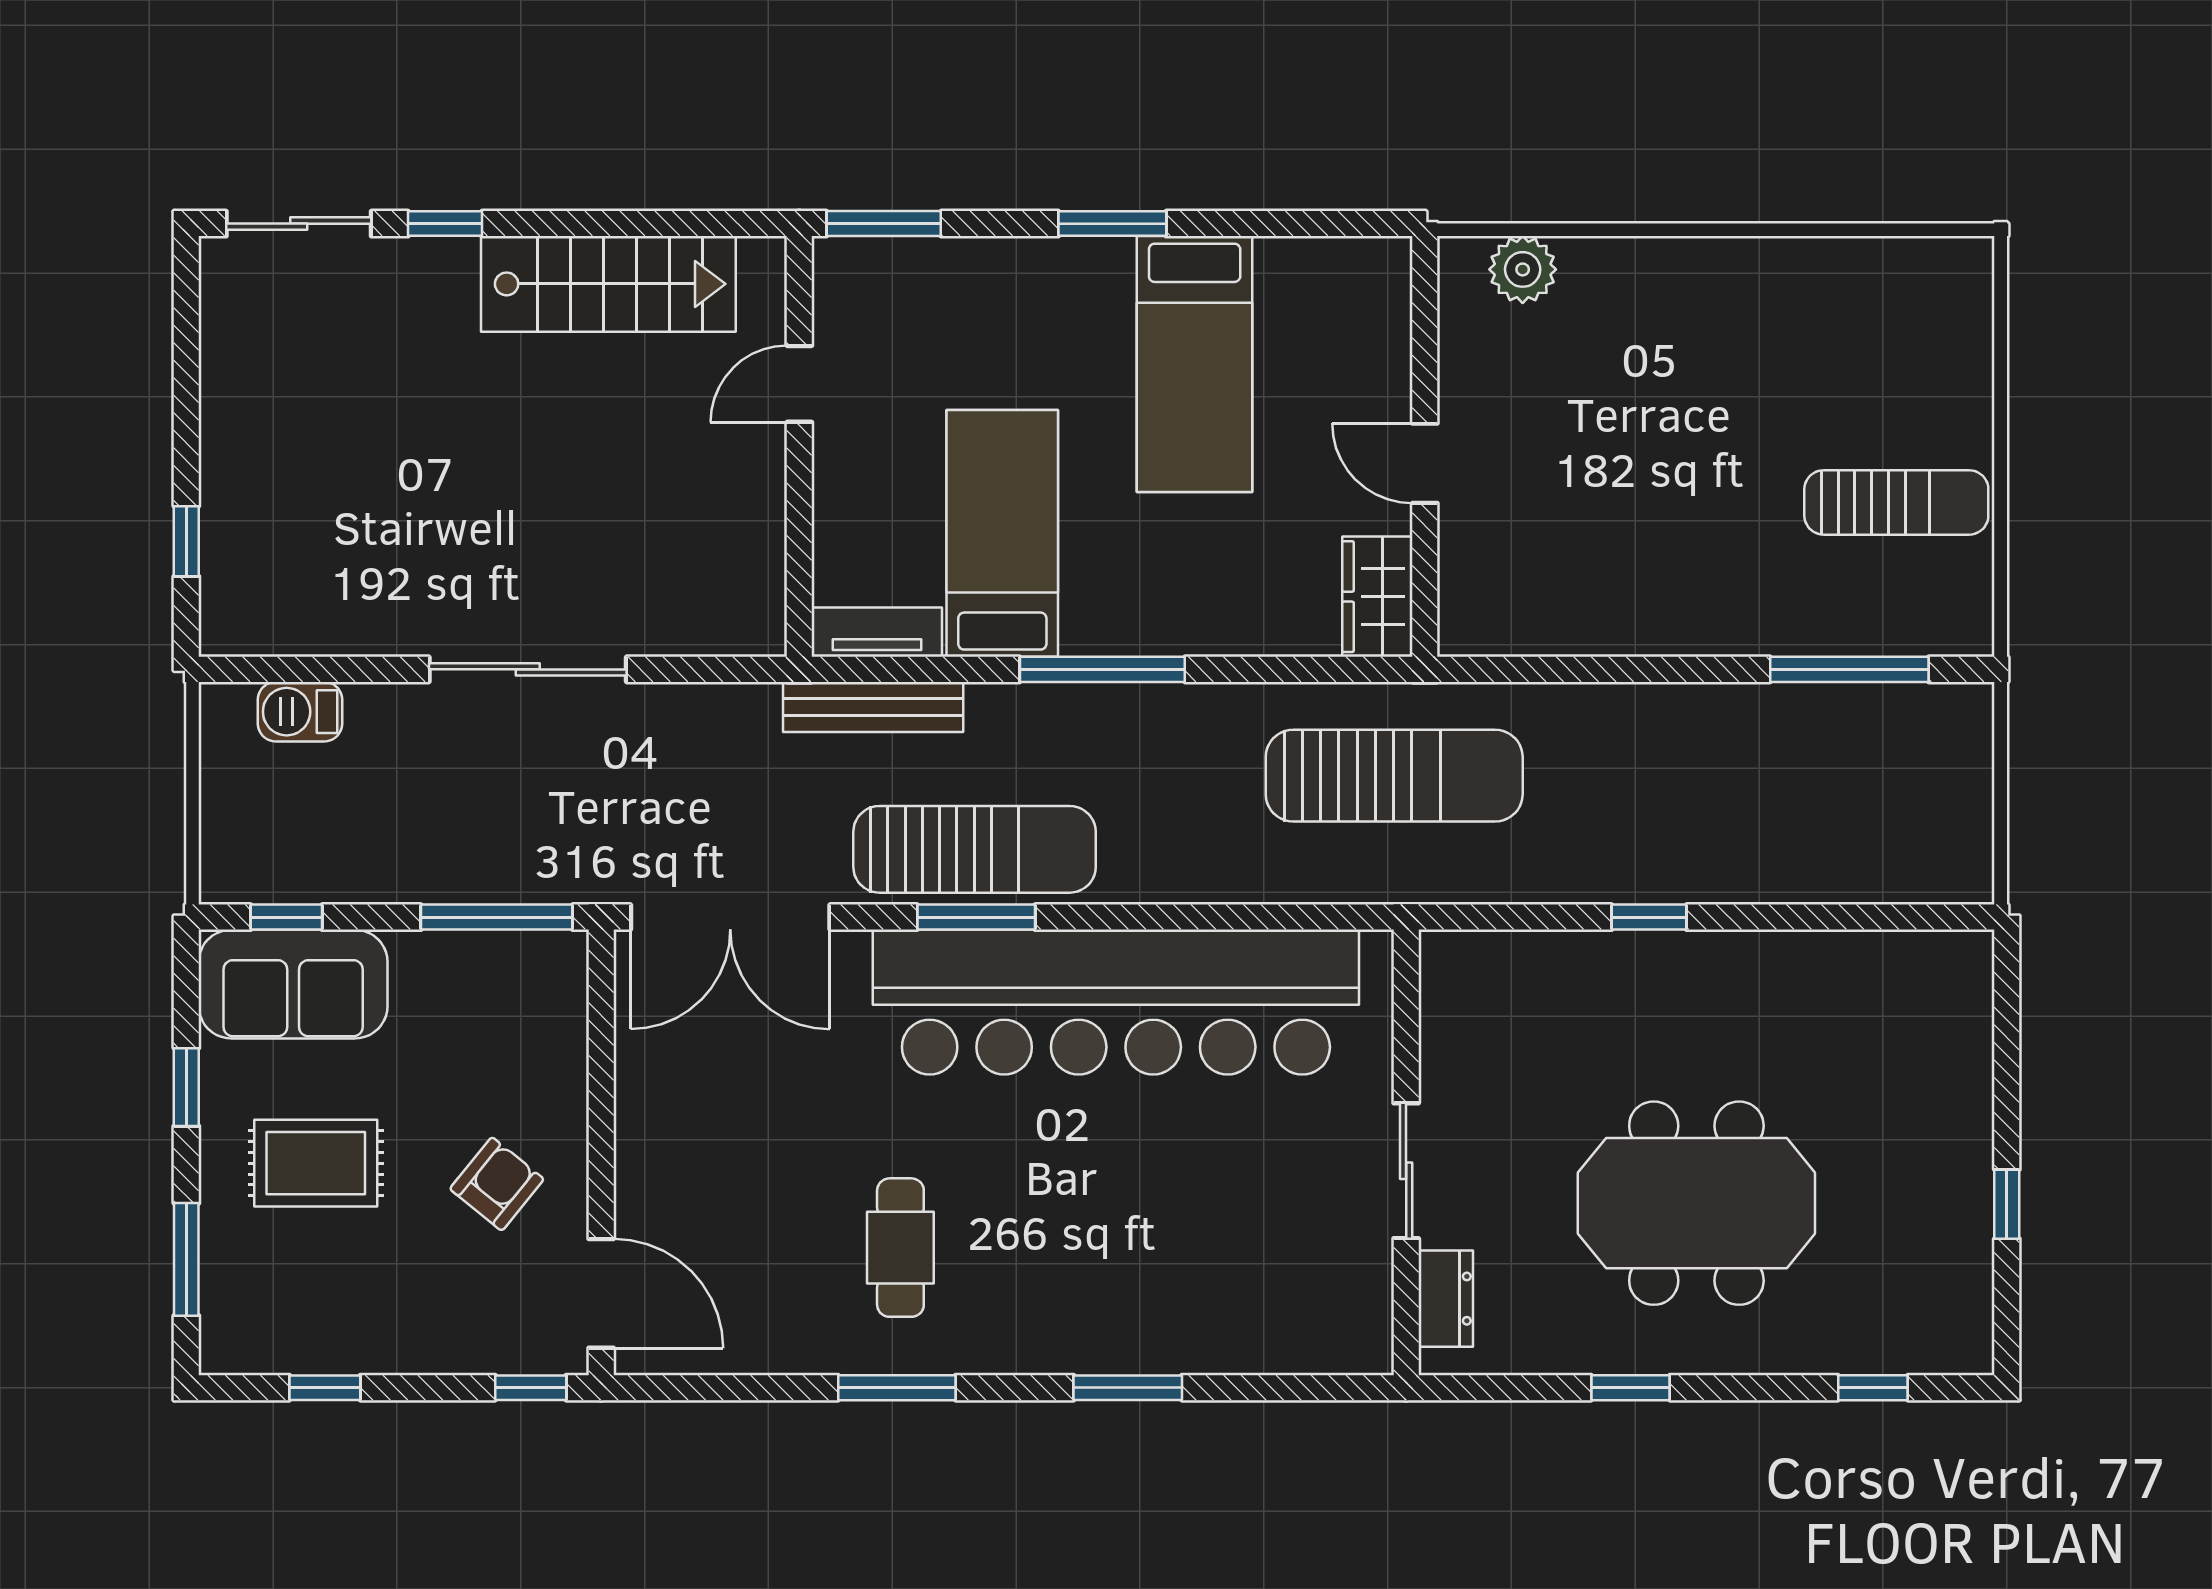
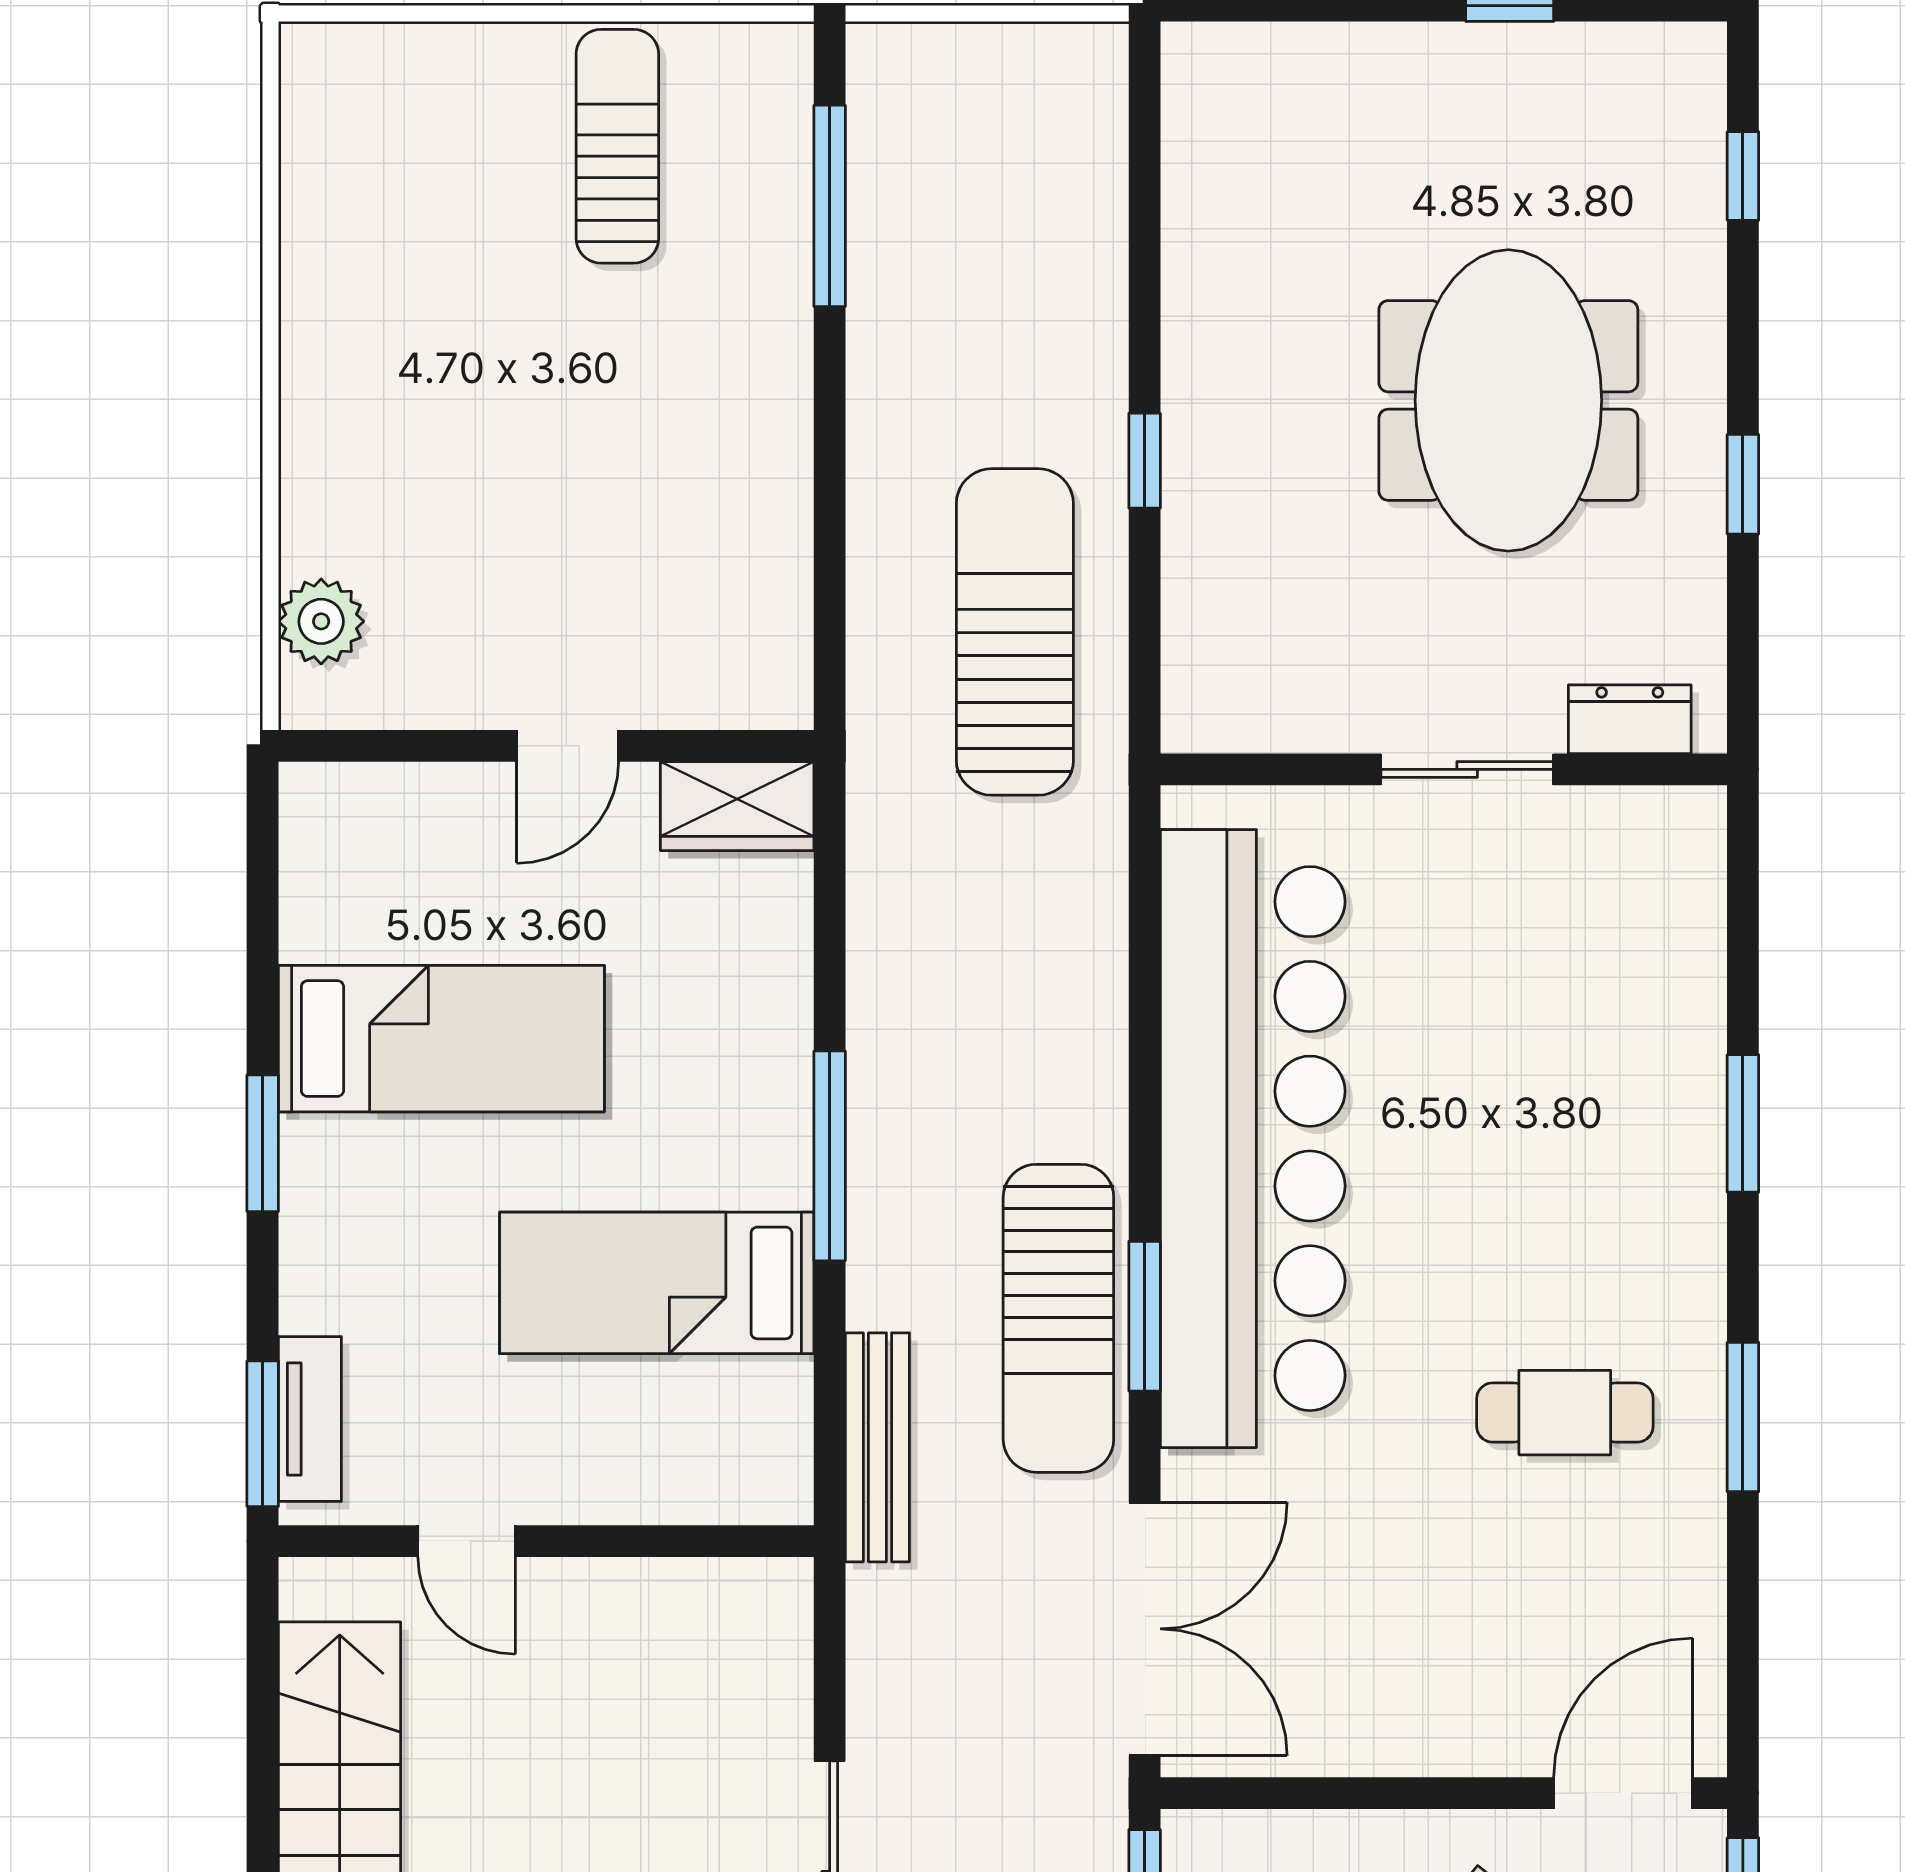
tv unit: (877, 632) -> (310, 1419), moved, turned 180
sun lounger: (1394, 776) -> (1015, 632), moved
sun lounger: (975, 849) -> (1058, 1318), turned 180

